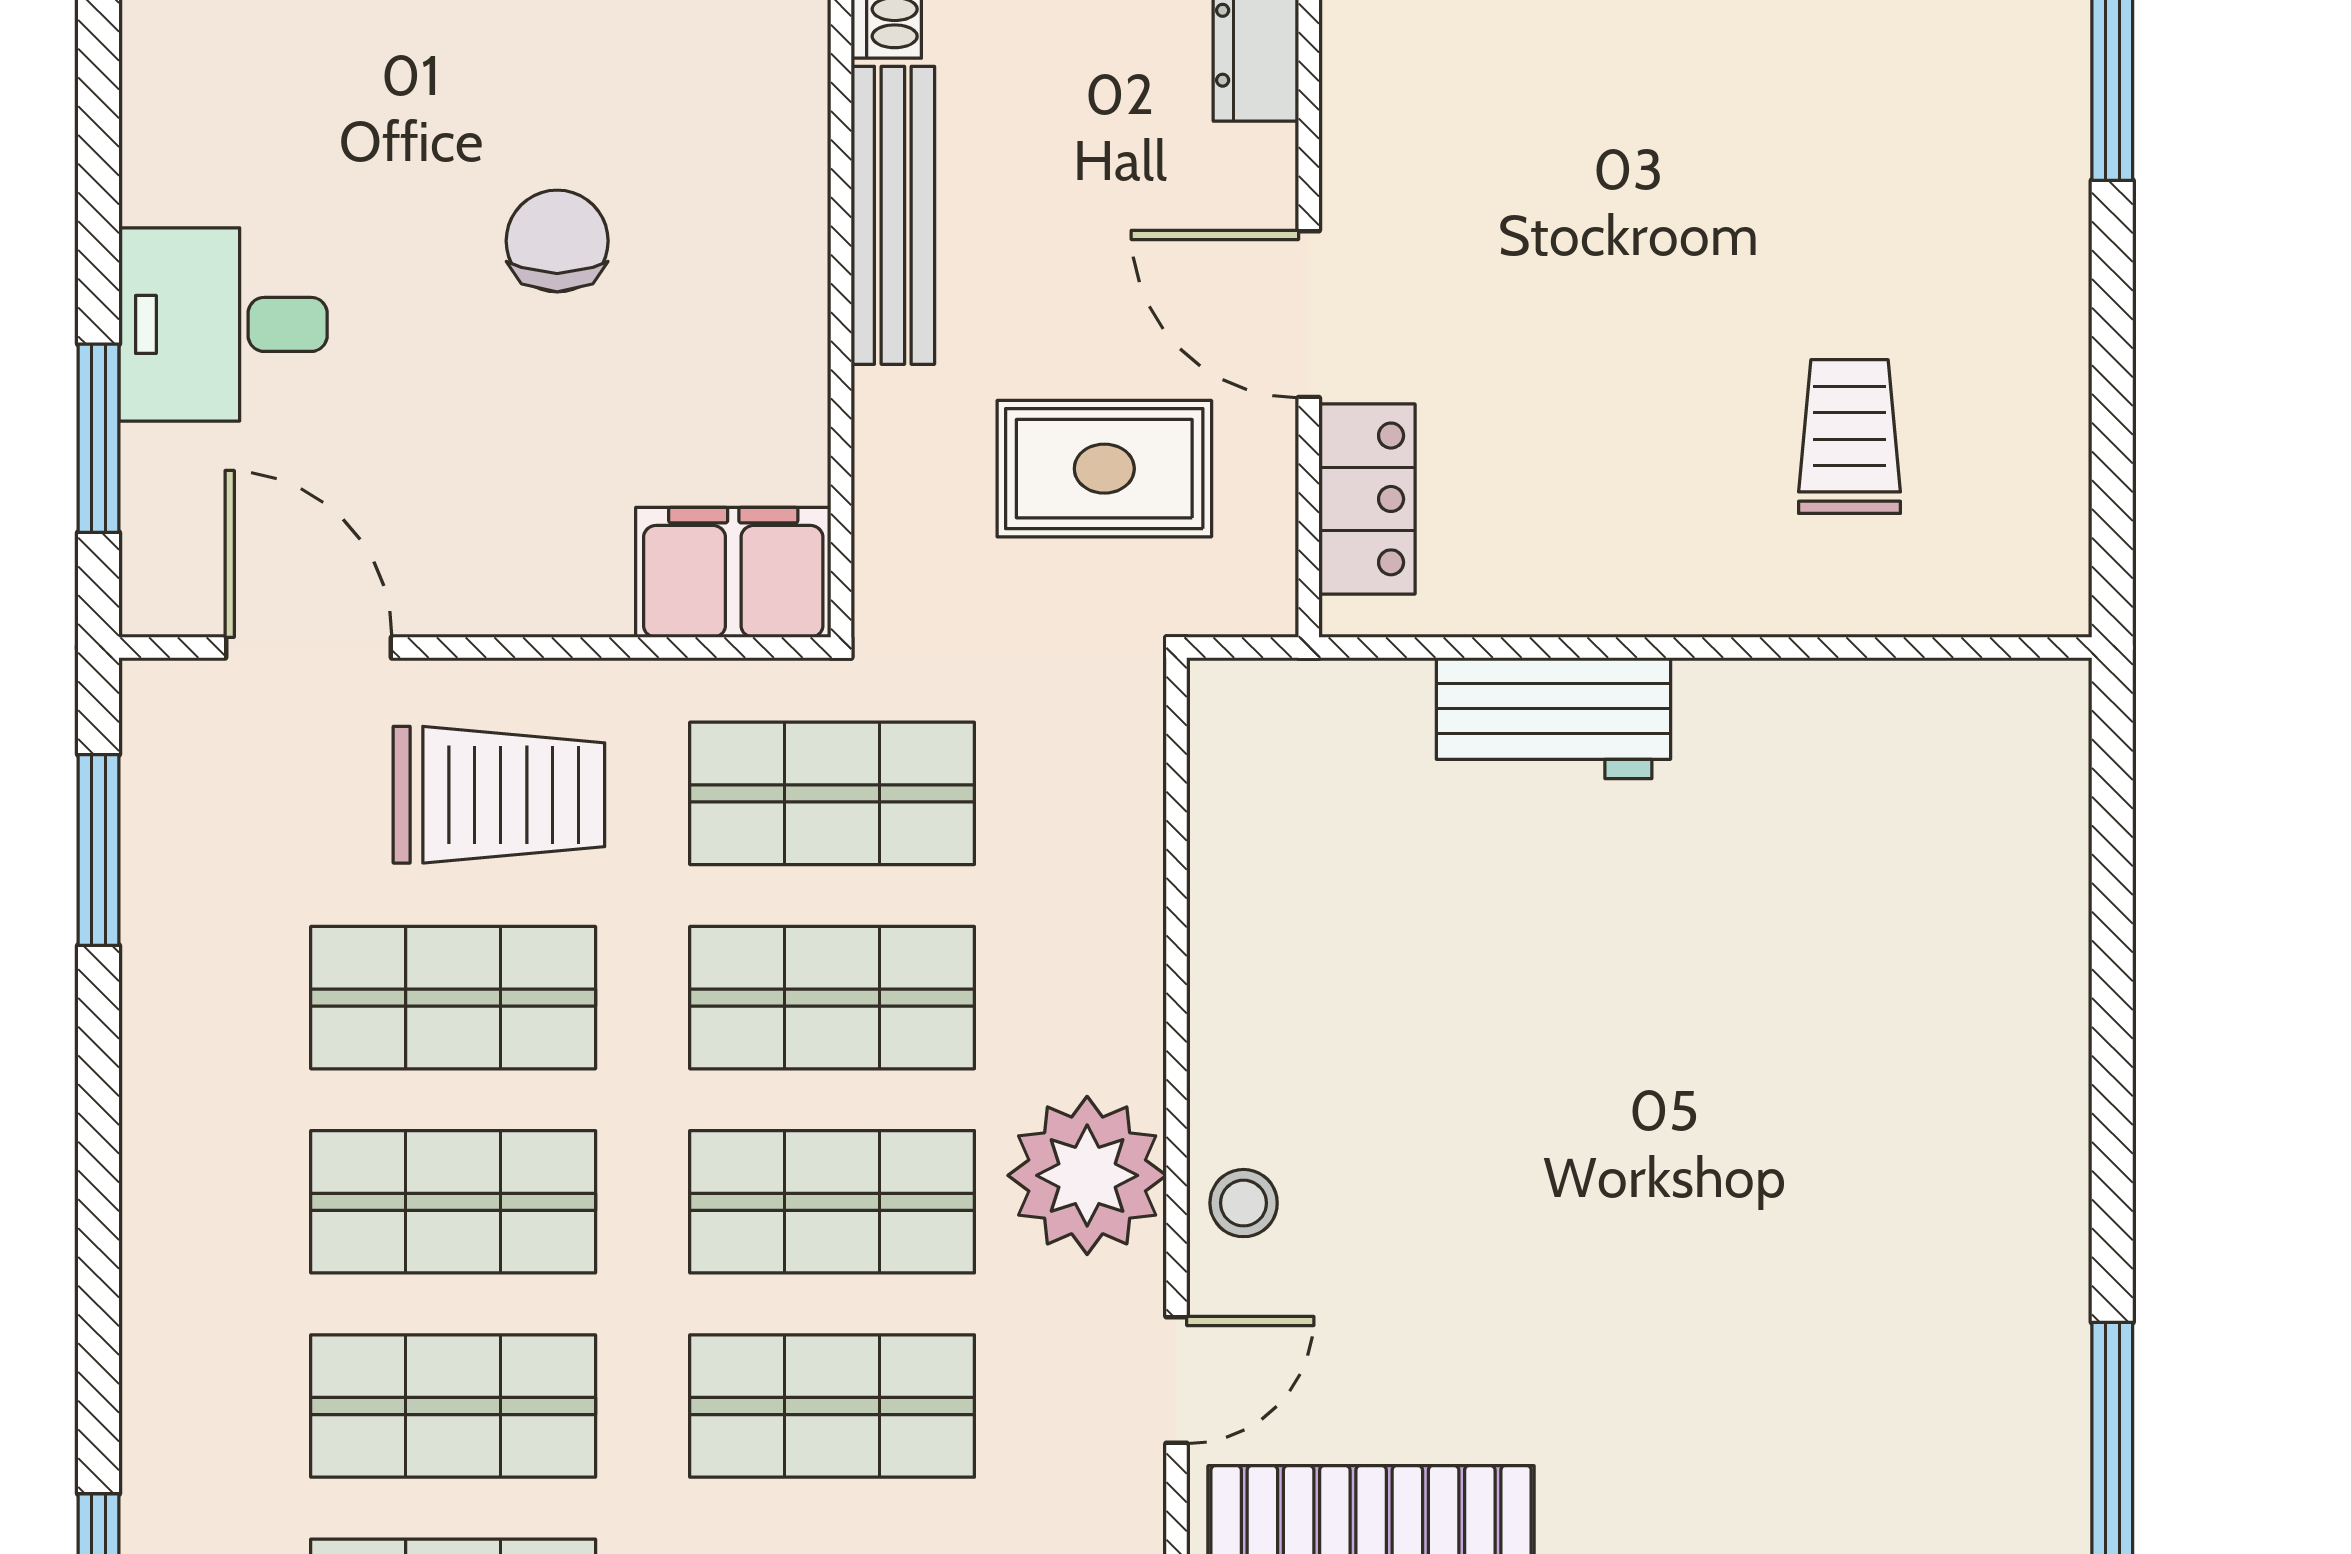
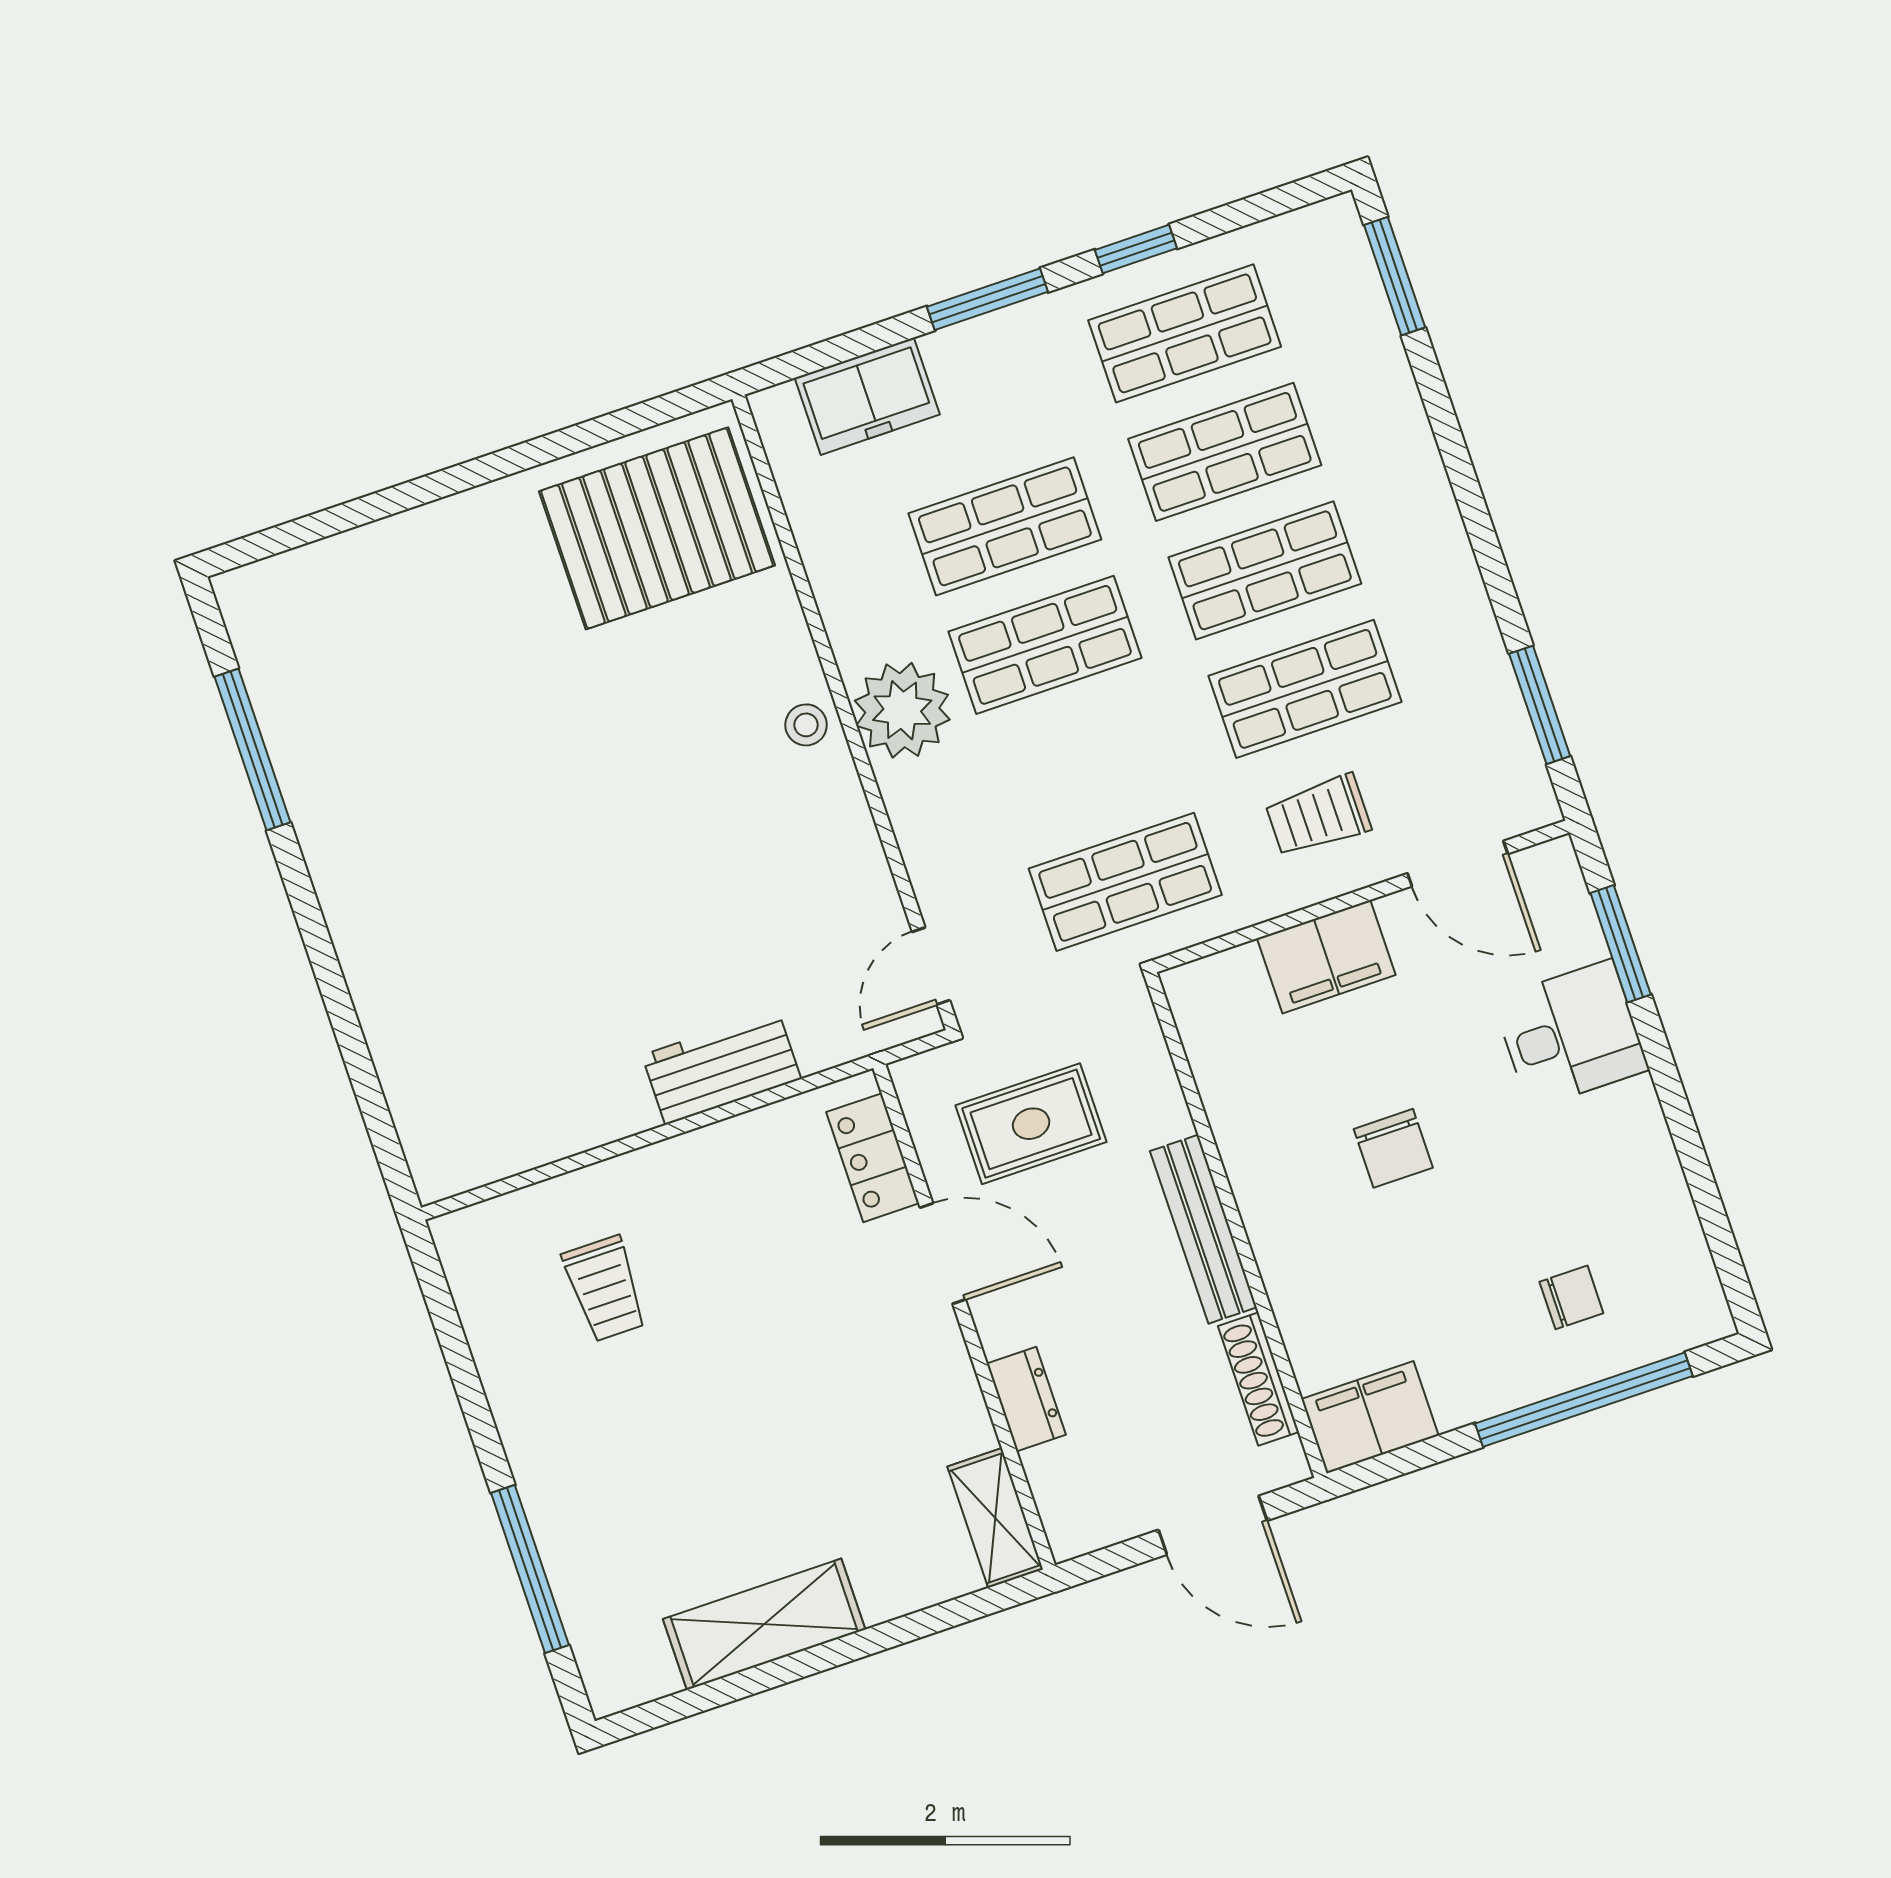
filing cabinet: (733, 572) -> (1326, 957), moved
trolley: (499, 795) -> (1318, 816), width x0.73, depth x0.72
shop shelf: (832, 998) -> (1085, 763), removed
door: (1177, 1380) -> (931, 966), moved

